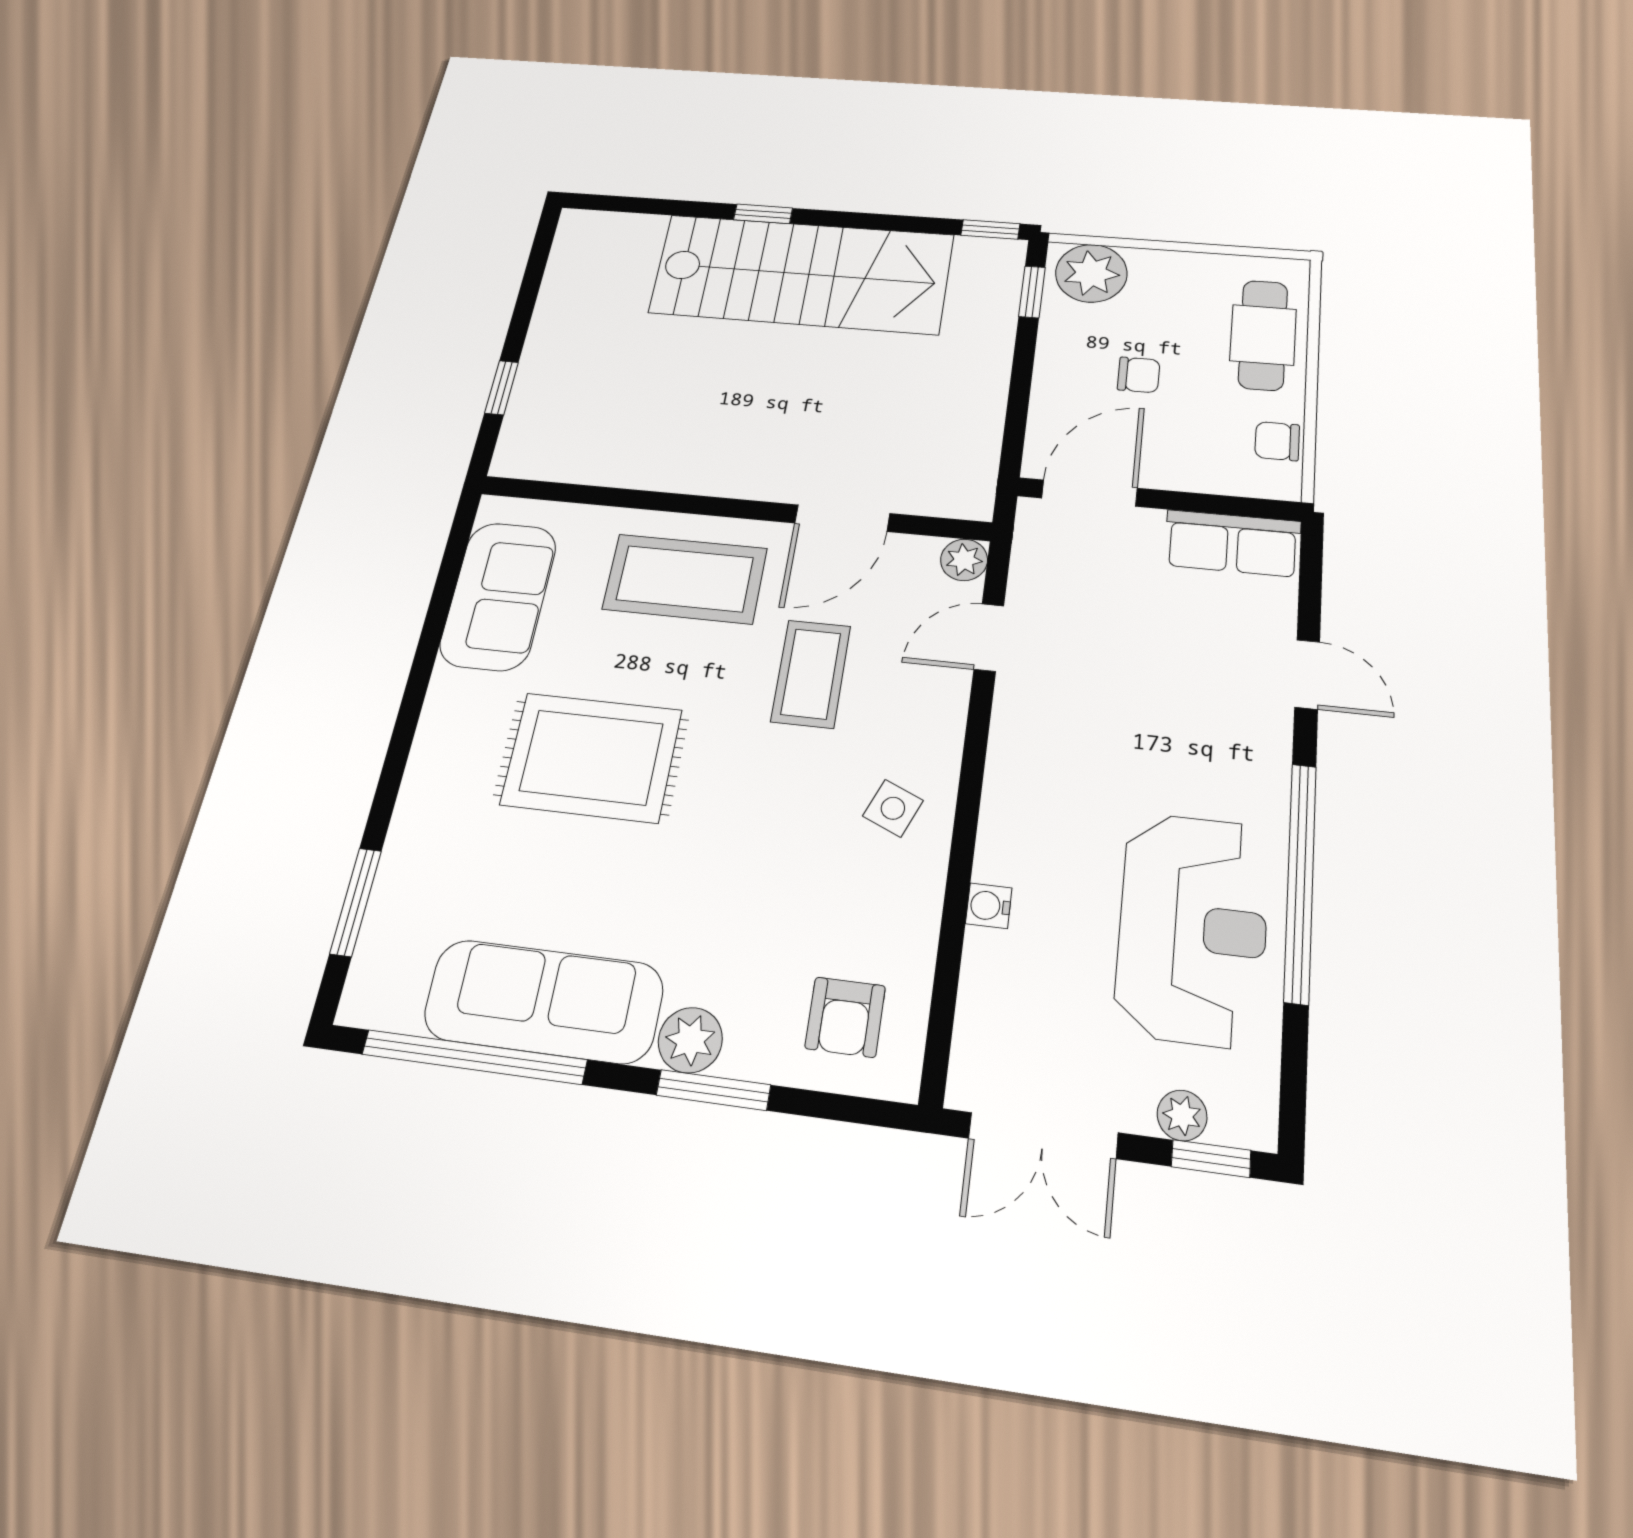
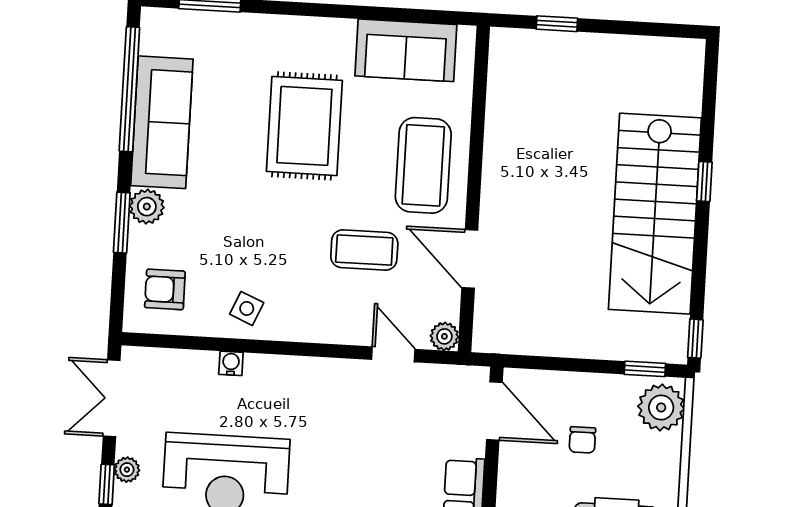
side table: (893, 808) -> (247, 308), moved

